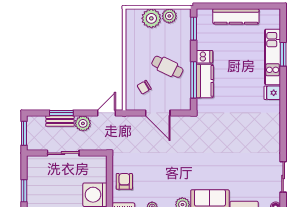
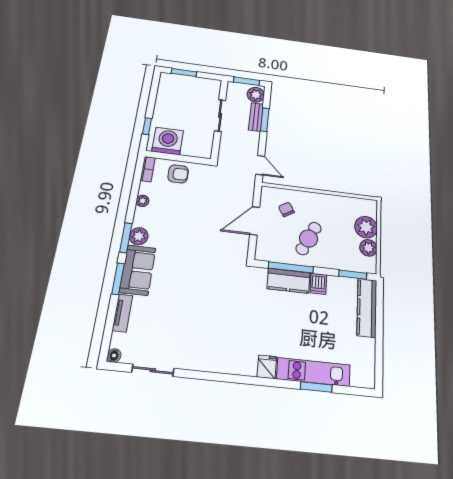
kitchen counter: (236, 16) -> (367, 308), moved
plant: (83, 123) -> (256, 95), moved

